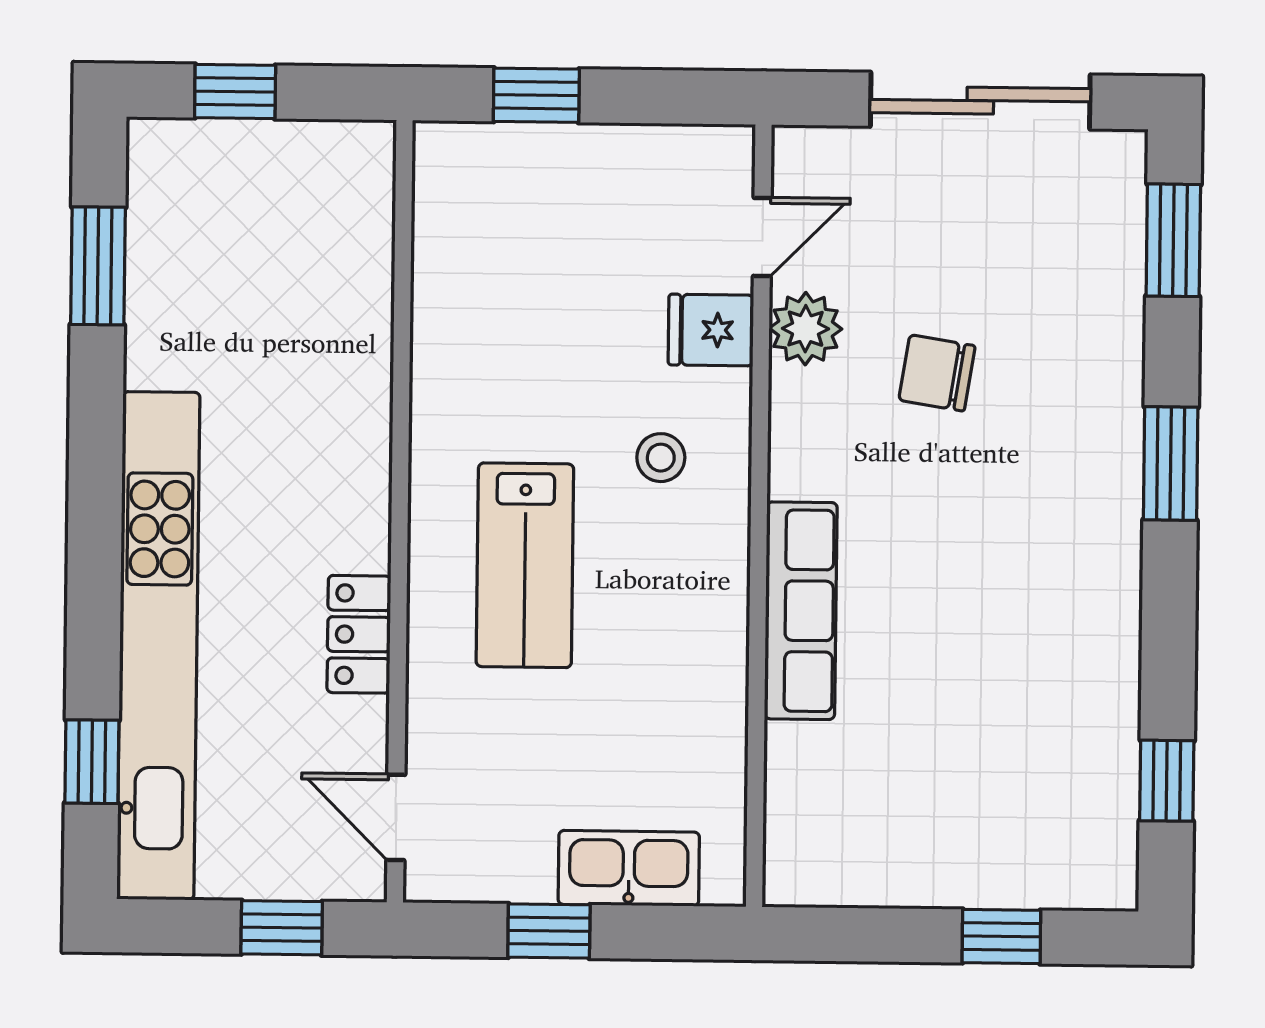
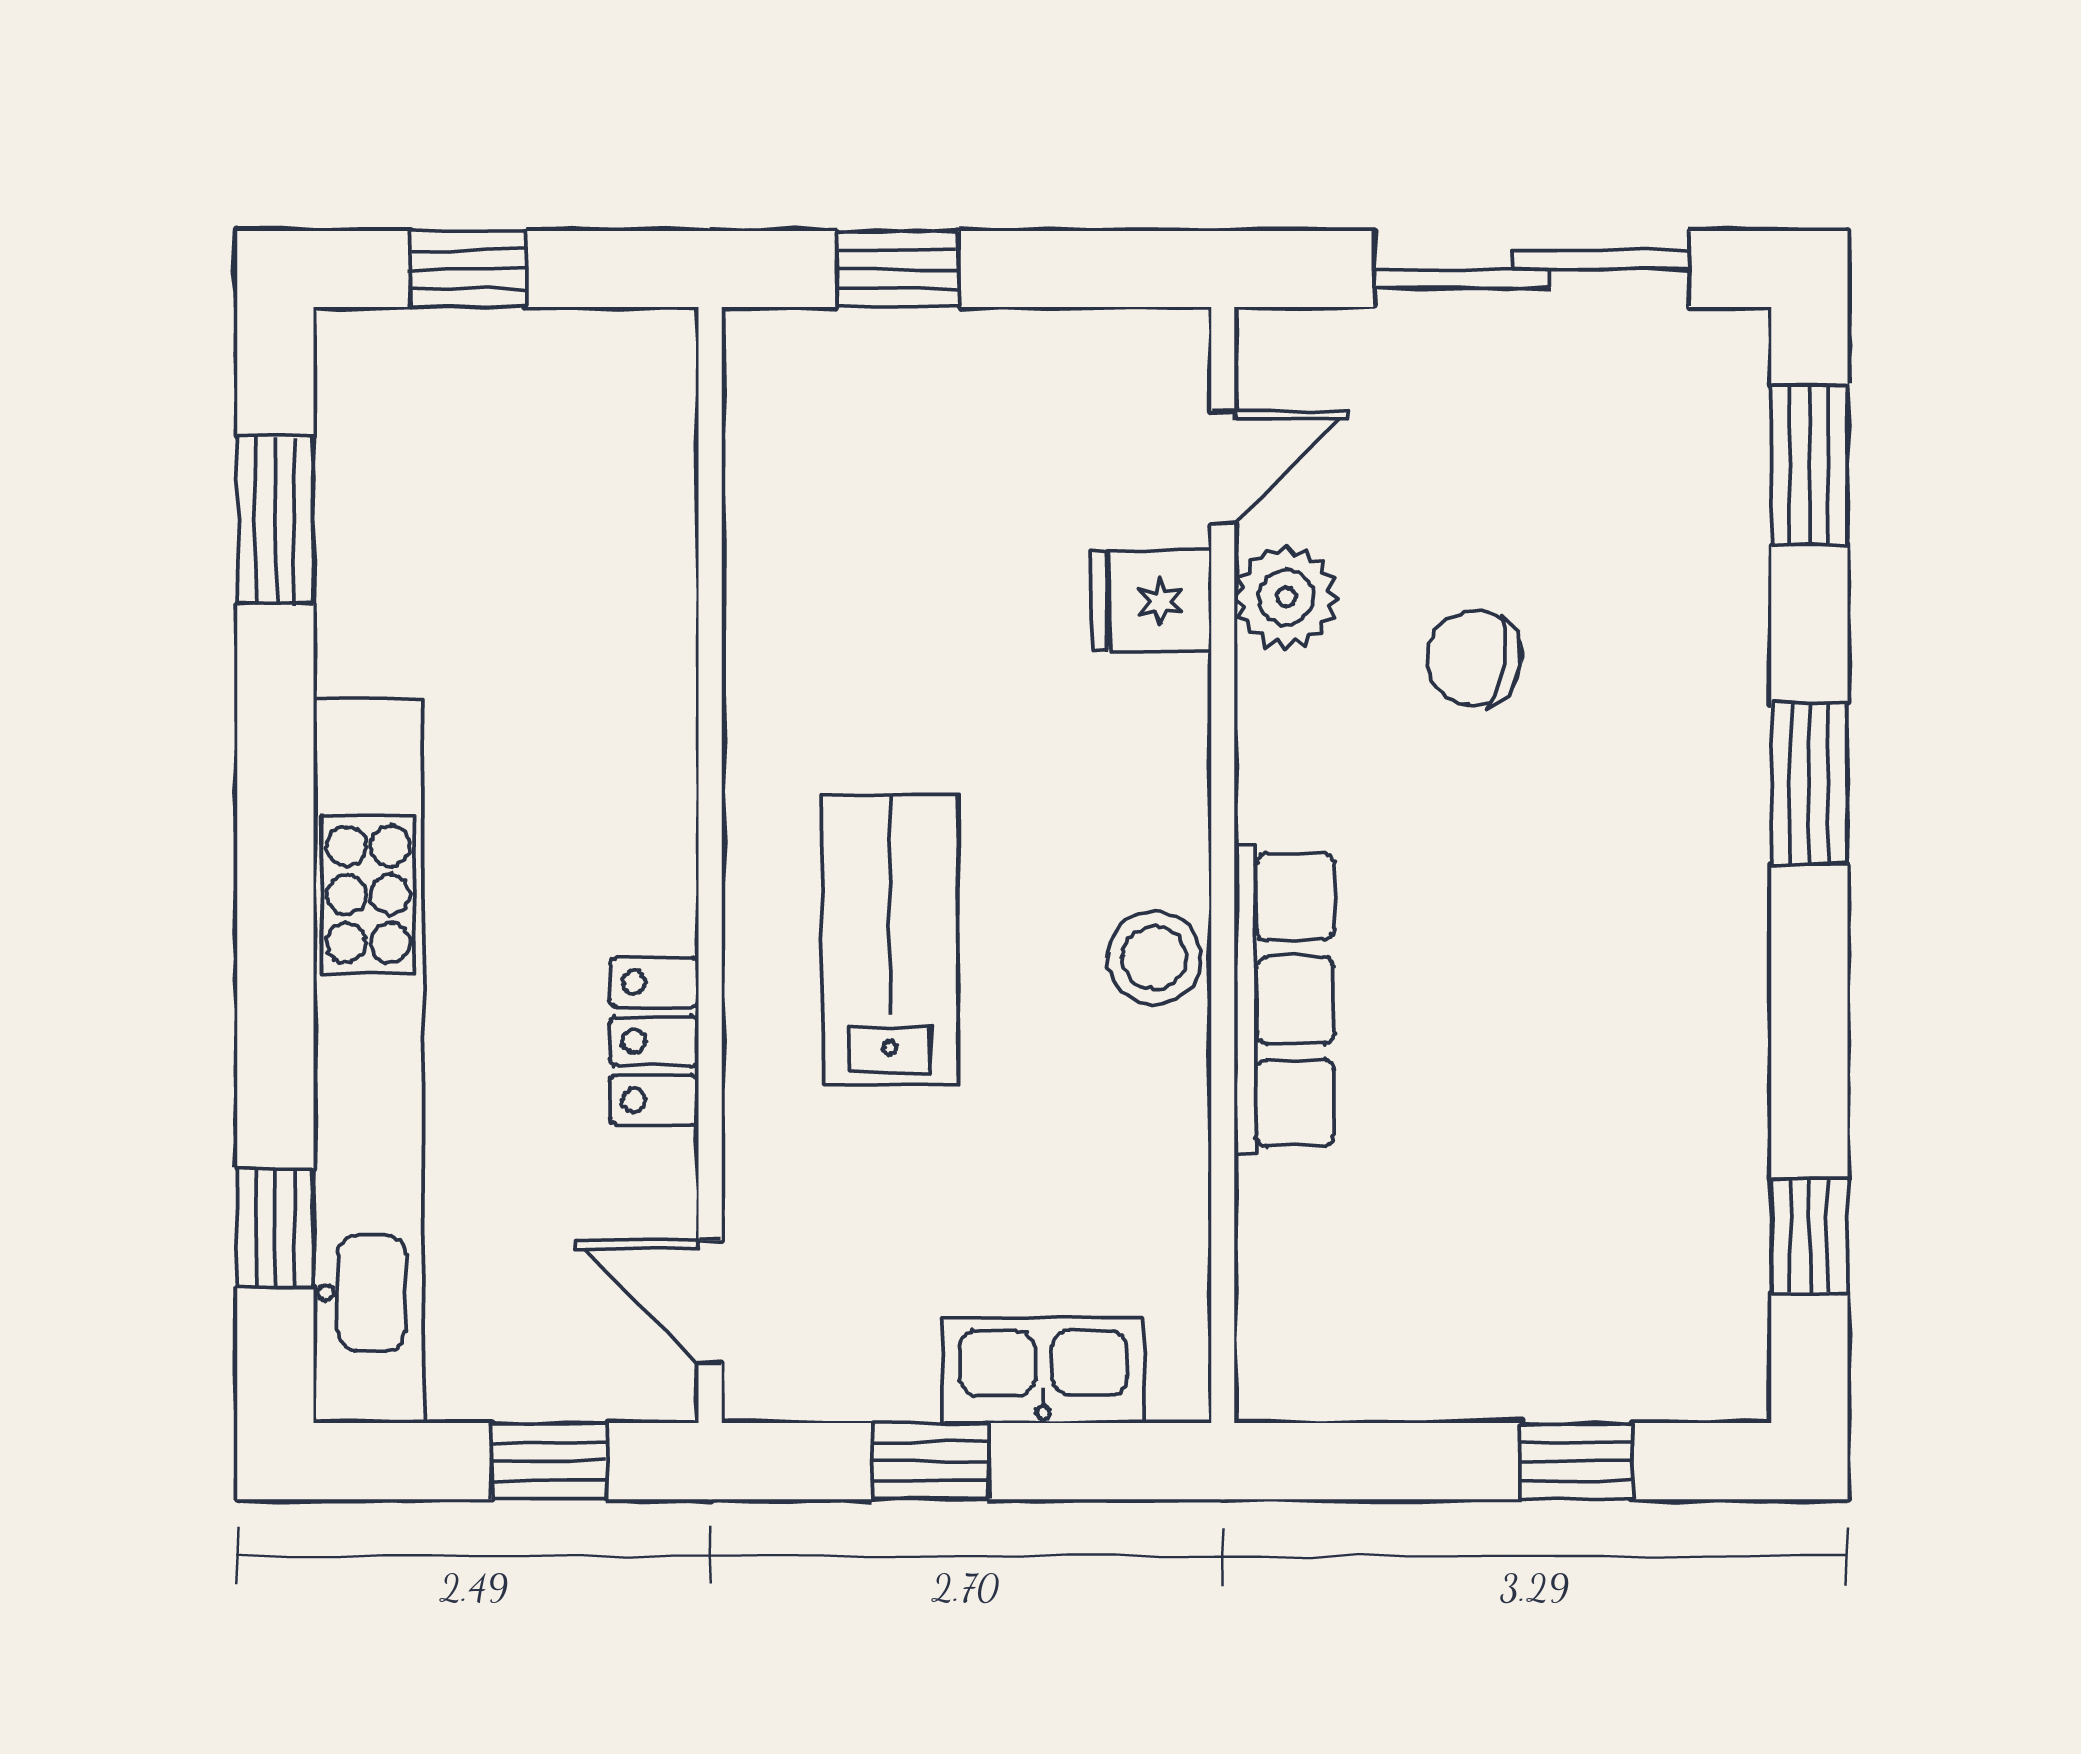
stool: (661, 458) -> (1154, 958), moved, width x1.37, depth x1.37
lab bench: (525, 565) -> (890, 940), turned 180

